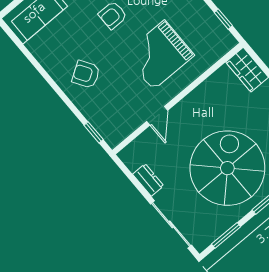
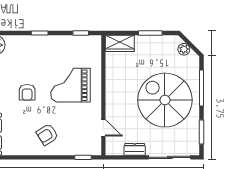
grand piano: (159, 55) -> (70, 85), turned 90
door: (157, 116) -> (103, 128), moved

